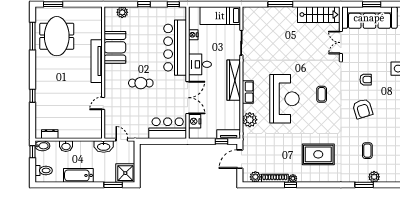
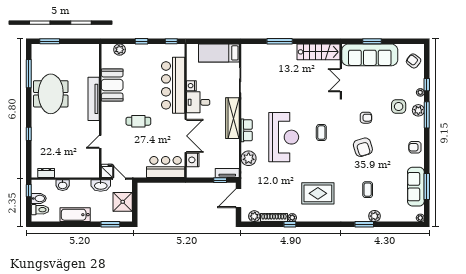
nightstand: (193, 35) -> (191, 86), moved
meeting table: (57, 36) -> (51, 94), moved
fridge: (110, 132) -> (107, 171), added
bidet: (42, 146) -> (39, 198), moved
shower: (125, 173) -> (123, 202), moved

